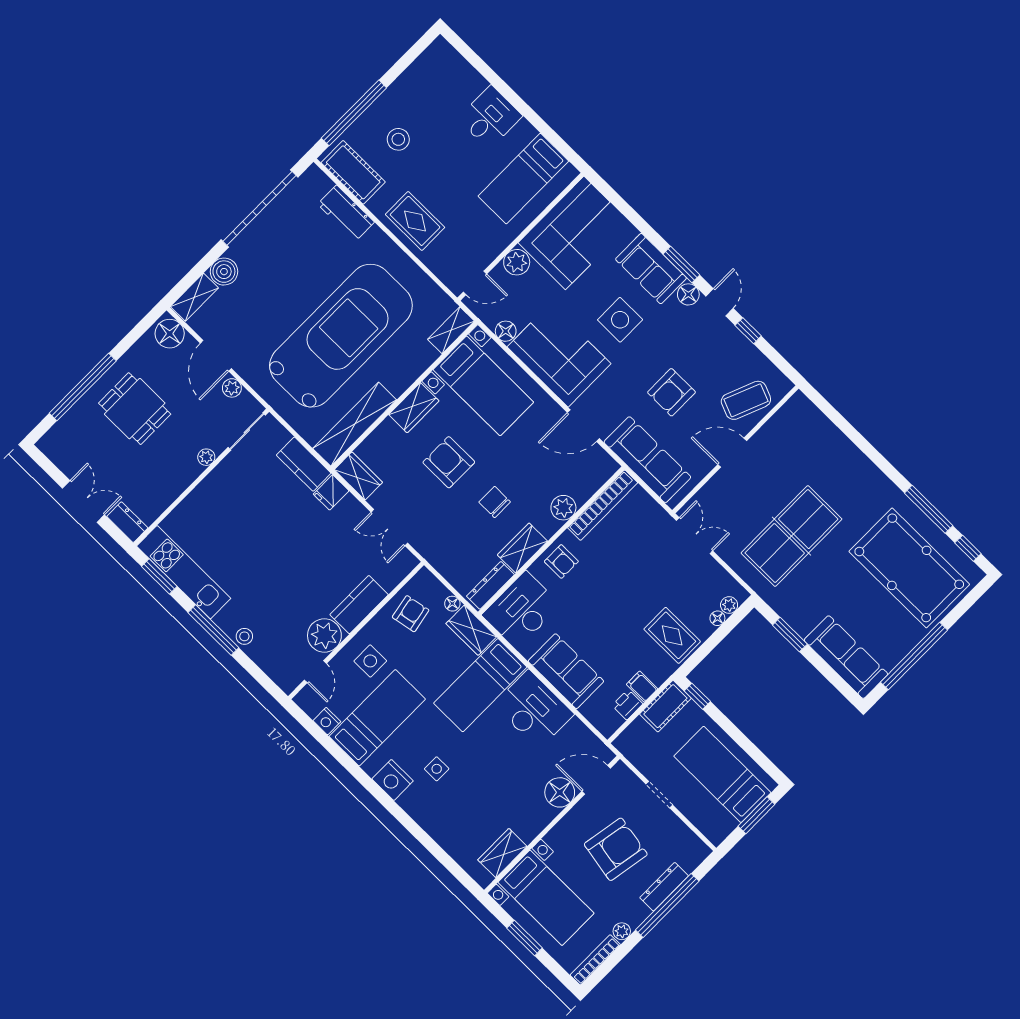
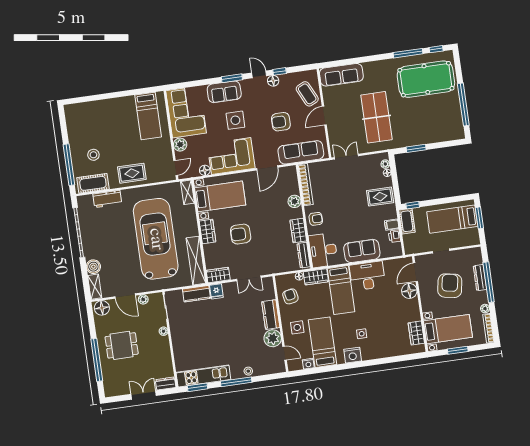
desk: (490, 117) -> (113, 111), removed
floor lamp: (688, 294) -> (273, 81), moved
armchair: (671, 392) -> (281, 122), turned 90
coffee table: (746, 400) -> (307, 94), turned -48
chair: (495, 502) -> (271, 228), removed
sofa: (846, 657) -> (341, 75), moved, turned 180

